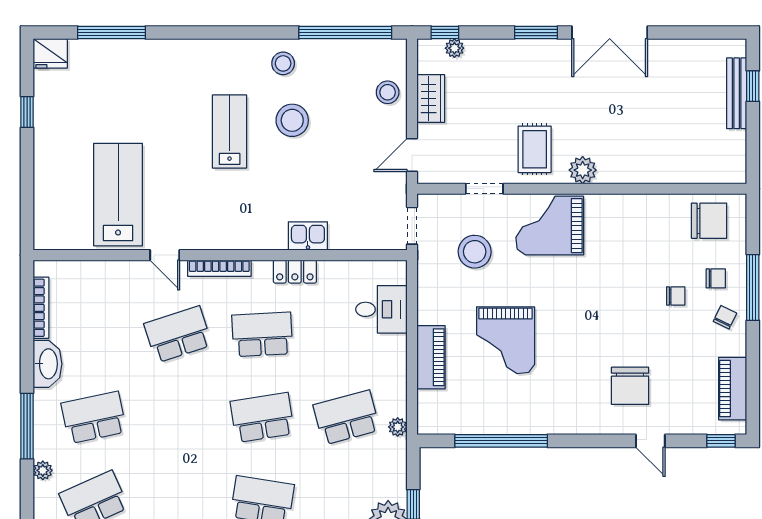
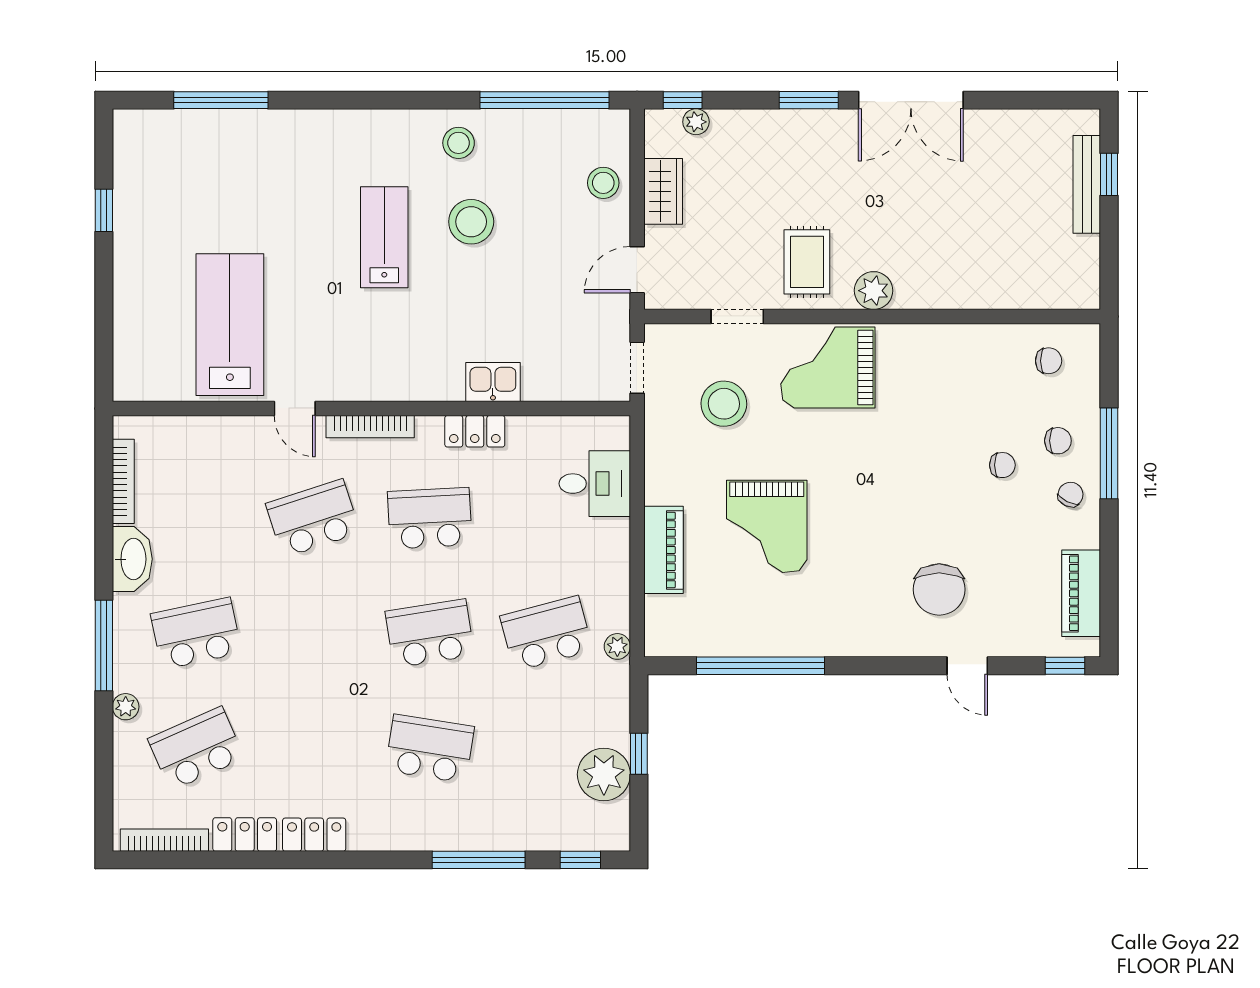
fridge: (50, 53) -> (136, 129), removed
chair: (709, 221) -> (1049, 361), width x0.54, depth x0.54

